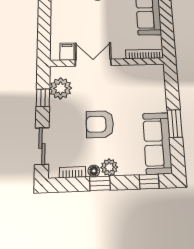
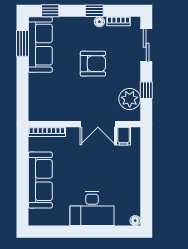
window: (175, 123) -> (22, 43), moved
plant: (109, 167) -> (85, 24), removed

